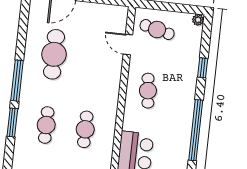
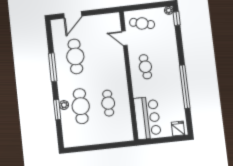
window: (203, 68) -> (177, 18), moved
window: (17, 81) -> (53, 67), moved
plant: (23, 118) -> (64, 105), added
cafe table: (46, 125) -> (81, 106), width x1.37, depth x1.35

